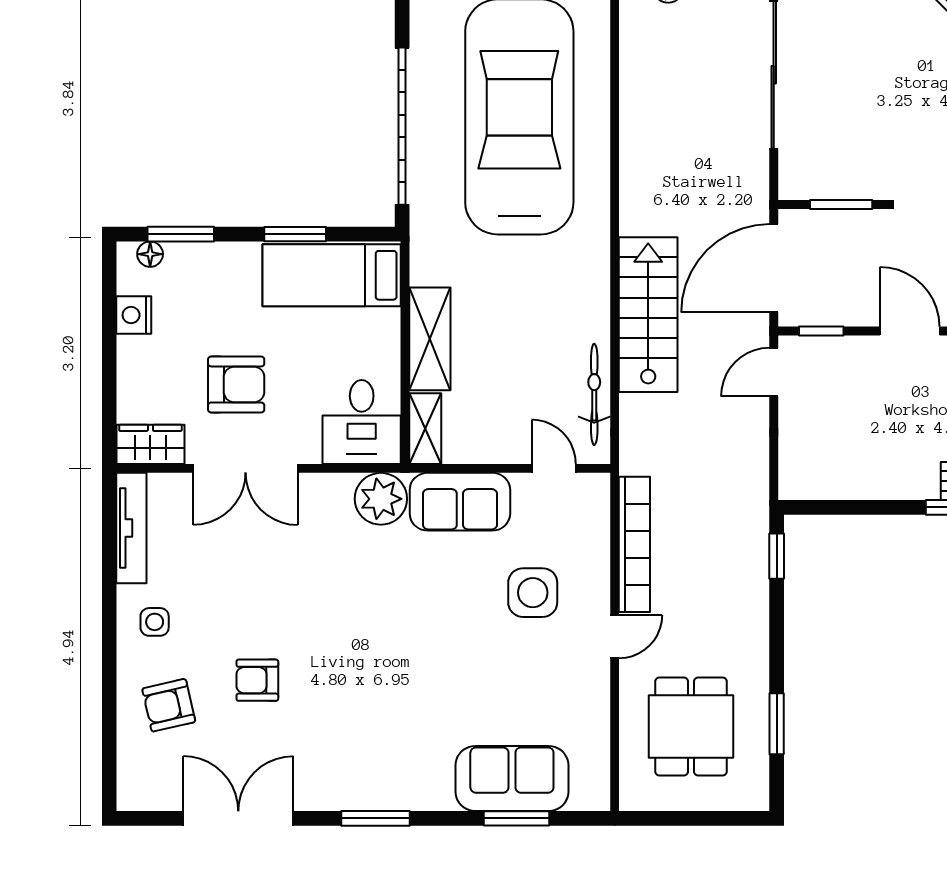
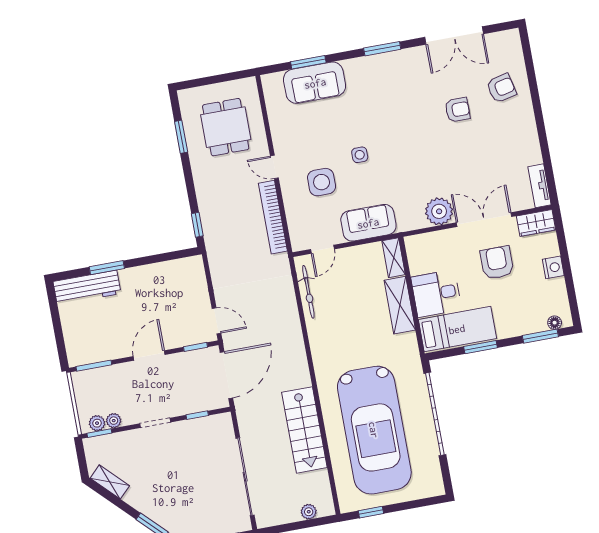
window: (841, 204) -> (197, 415), width x0.67
nightstand: (134, 315) -> (553, 267), moved
stairs: (648, 315) -> (304, 430), moved
door: (910, 331) -> (149, 355), swing flipped
door: (774, 372) -> (216, 321), hinge flipped
armchair: (236, 384) -> (497, 263), turned 90
desk: (362, 422) -> (436, 293), moved, turned -90
door: (554, 468) -> (322, 249), hinge flipped
plant: (381, 499) -> (439, 211), moved
tv unit: (131, 528) -> (540, 186), width x0.71
side table: (155, 622) -> (360, 155), moved
door: (615, 637) -> (274, 167), hinge flipped

